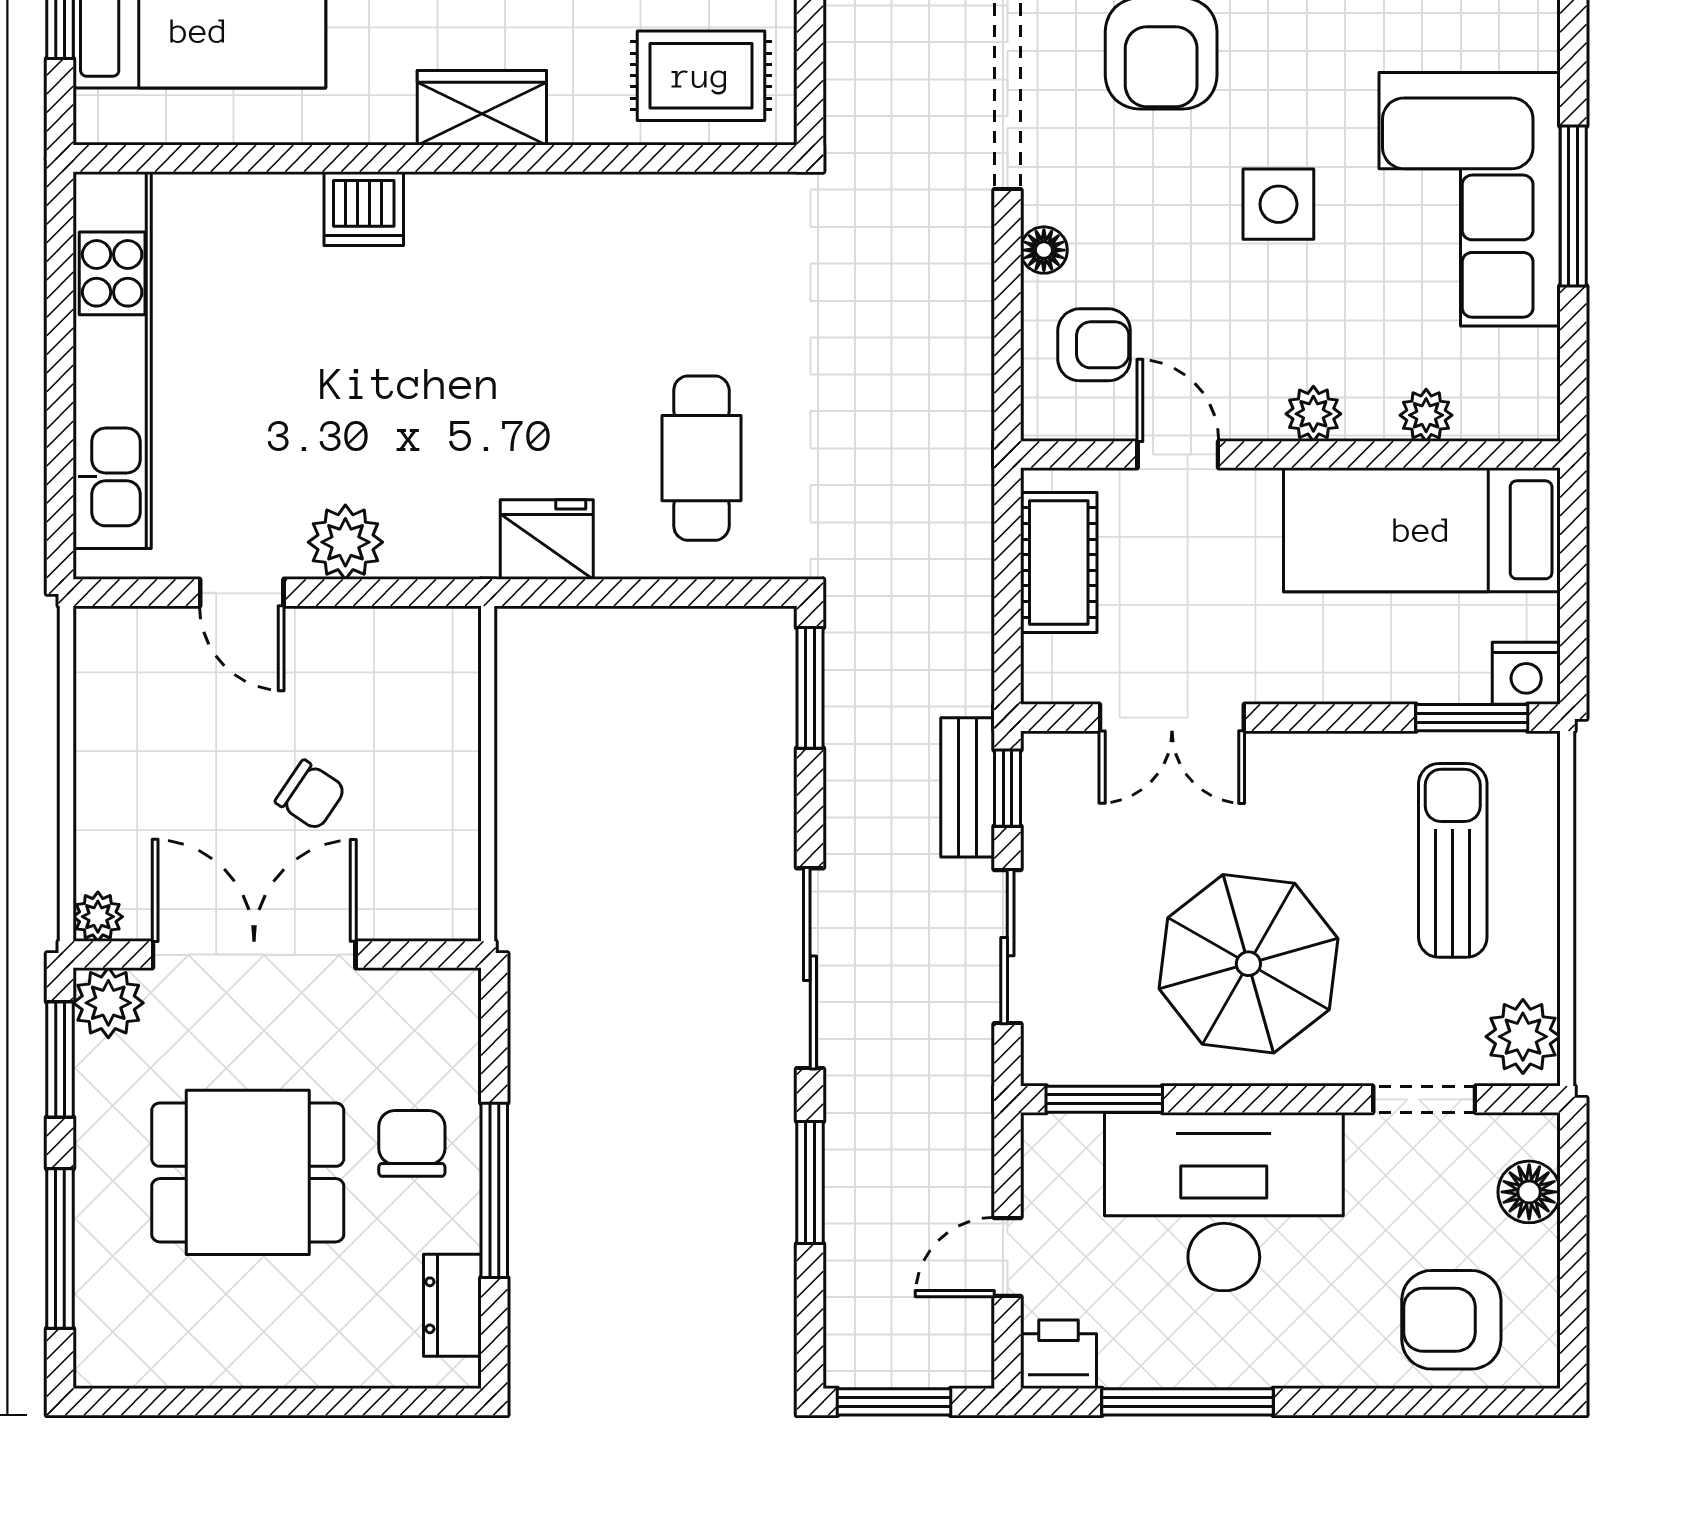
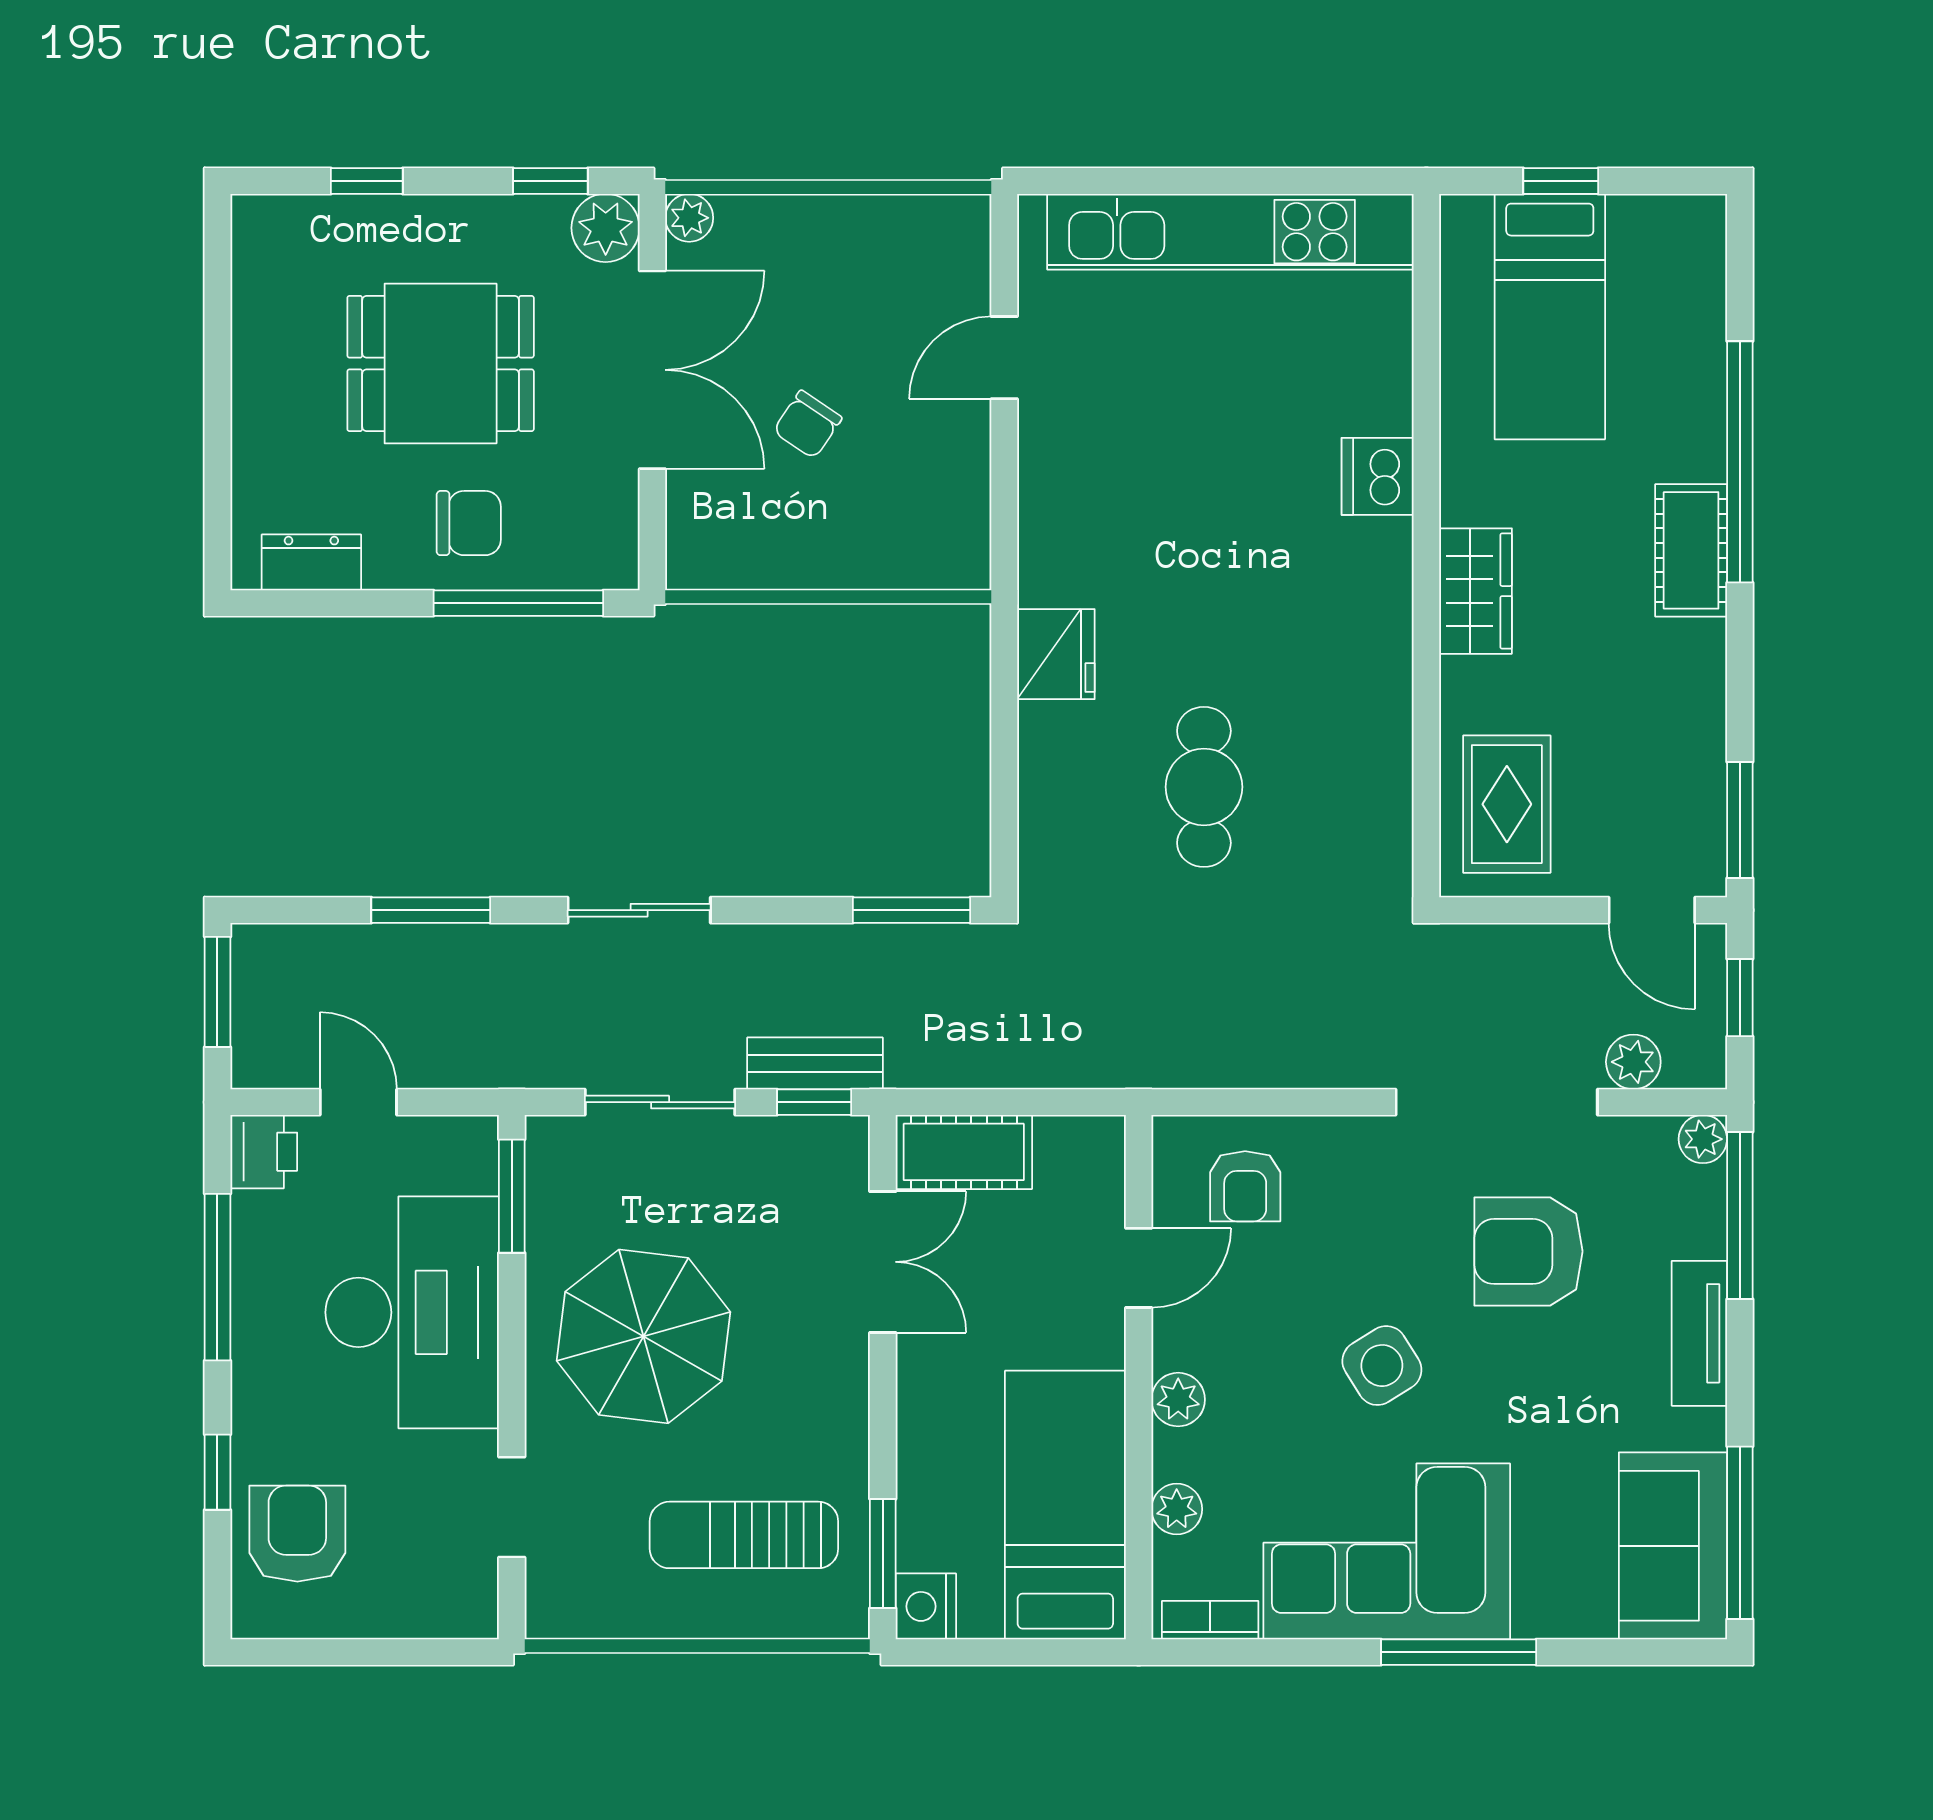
side table: (1278, 204) -> (1382, 1366), turned -32
window: (1573, 206) -> (1459, 1652), moved
floor lamp: (1044, 250) -> (1337, 1138), removed
bookcase: (1540, 381) -> (1210, 1620), added
cafe table: (701, 458) -> (1204, 787), moved, turned 90
plant: (345, 542) -> (1053, 458), removed
cot: (1059, 562) -> (964, 1152), moved
double door: (1172, 718) -> (883, 1262), swing flipped
sun lounger: (1453, 860) -> (744, 1535), turned 180
sliding door: (810, 968) -> (639, 910), width x0.73
plant: (1523, 1037) -> (573, 1603), removed
window: (60, 1059) -> (550, 181), width x0.67
dining table: (248, 1172) -> (441, 364), turned 90
window: (494, 1190) -> (518, 603), moved
floor lamp: (1529, 1192) -> (422, 1609), removed
window: (60, 1248) -> (367, 181), width x0.46
window: (1388, 1402) -> (217, 1472), added

